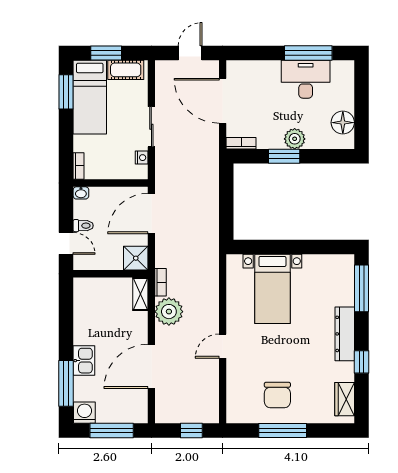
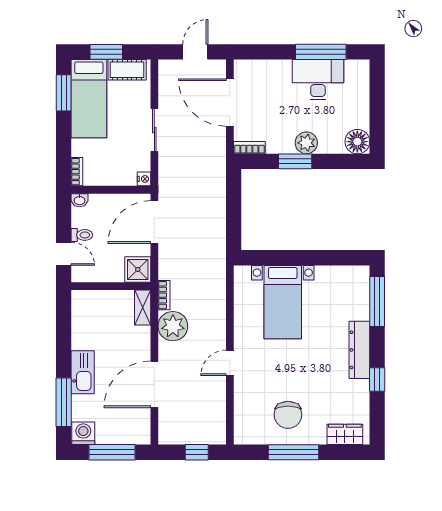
floor lamp: (343, 123) -> (357, 142), moved
nightstand: (142, 158) -> (144, 179), moved
kitchen sink: (84, 361) -> (83, 372), width x1.38
wardrobe: (345, 399) -> (345, 434), moved, turned 90

